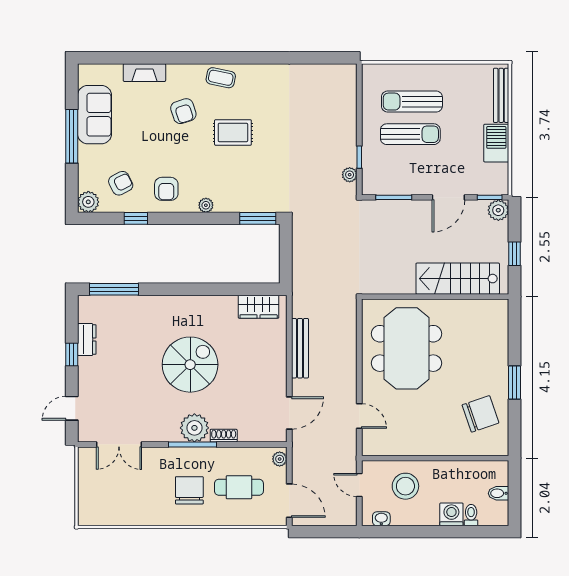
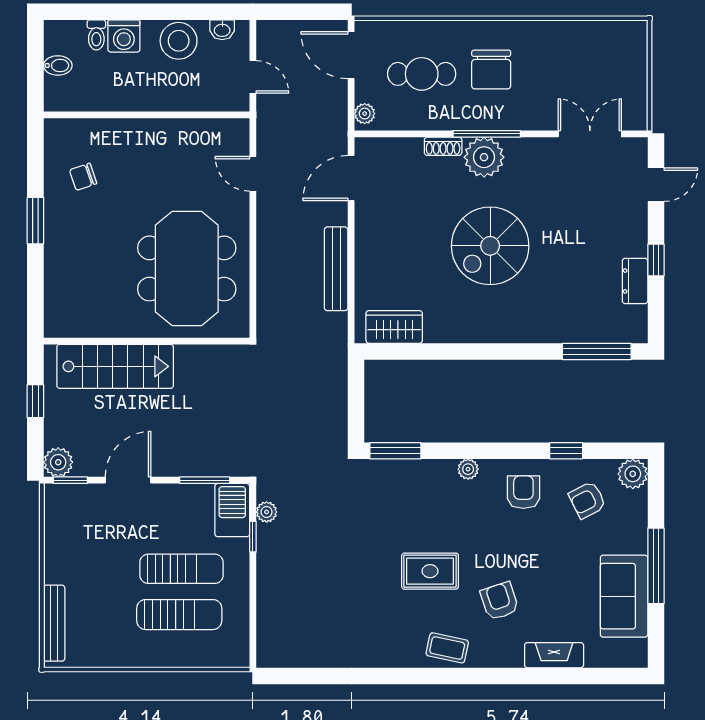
sun lounger: (410, 134) -> (181, 569), turned 180
barbecue: (496, 143) -> (232, 510), moved, turned 180
chair: (480, 414) -> (83, 177), width x0.54, depth x0.54
stool: (405, 486) -> (179, 41), moved

